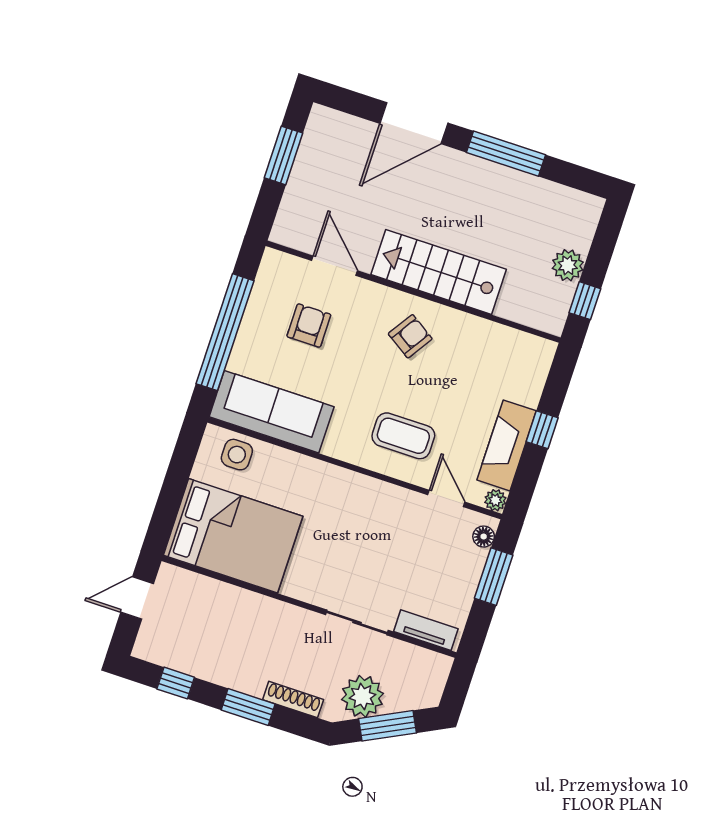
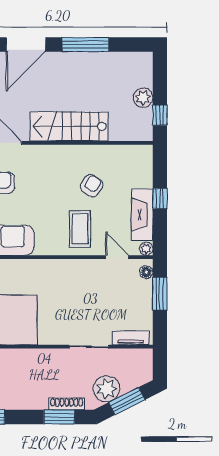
armchair: (410, 336) -> (92, 186), moved
coffee table: (403, 436) -> (80, 229), turned 90
window: (248, 707) -> (59, 417), moved

